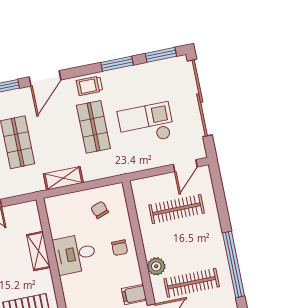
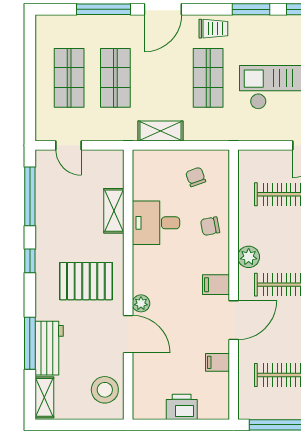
trolley: (89, 86) -> (213, 29), turned 180
chair: (120, 248) -> (210, 226), turned 79

